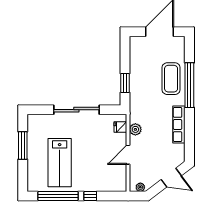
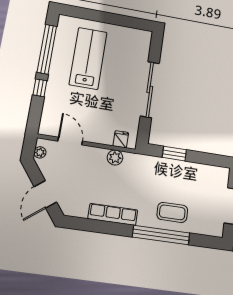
coffee table: (171, 79) -> (172, 212), width x0.73, depth x0.76
window: (23, 146) -> (116, 19), removed
door: (128, 155) -> (70, 141), moved
lab bench: (60, 163) -> (88, 58), turned 90

